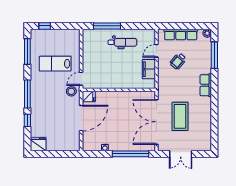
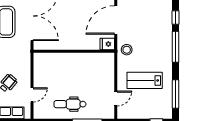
lab bench: (55, 64) -> (145, 80), turned 180
filing cabinet: (149, 69) -> (41, 74), removed
door: (81, 79) -> (116, 99), moved

